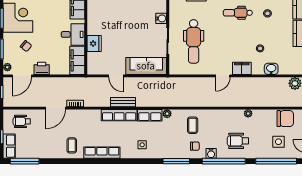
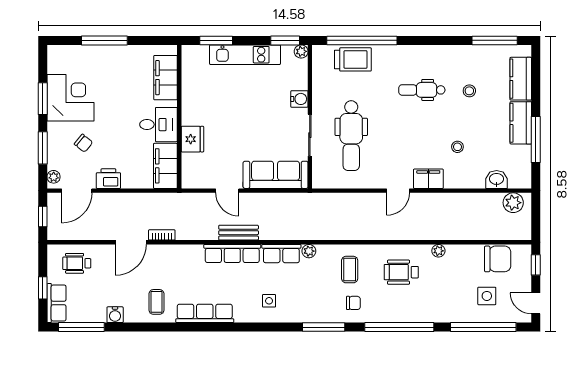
washbasin: (271, 69) -> (497, 179), moved
wheelchair: (238, 141) -> (401, 272), moved
water cooler: (211, 153) -> (115, 315), moved

